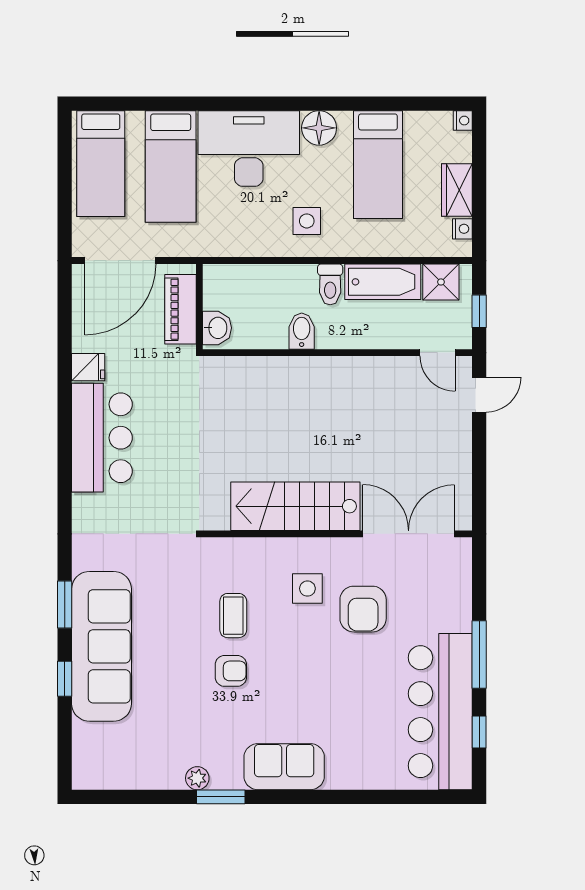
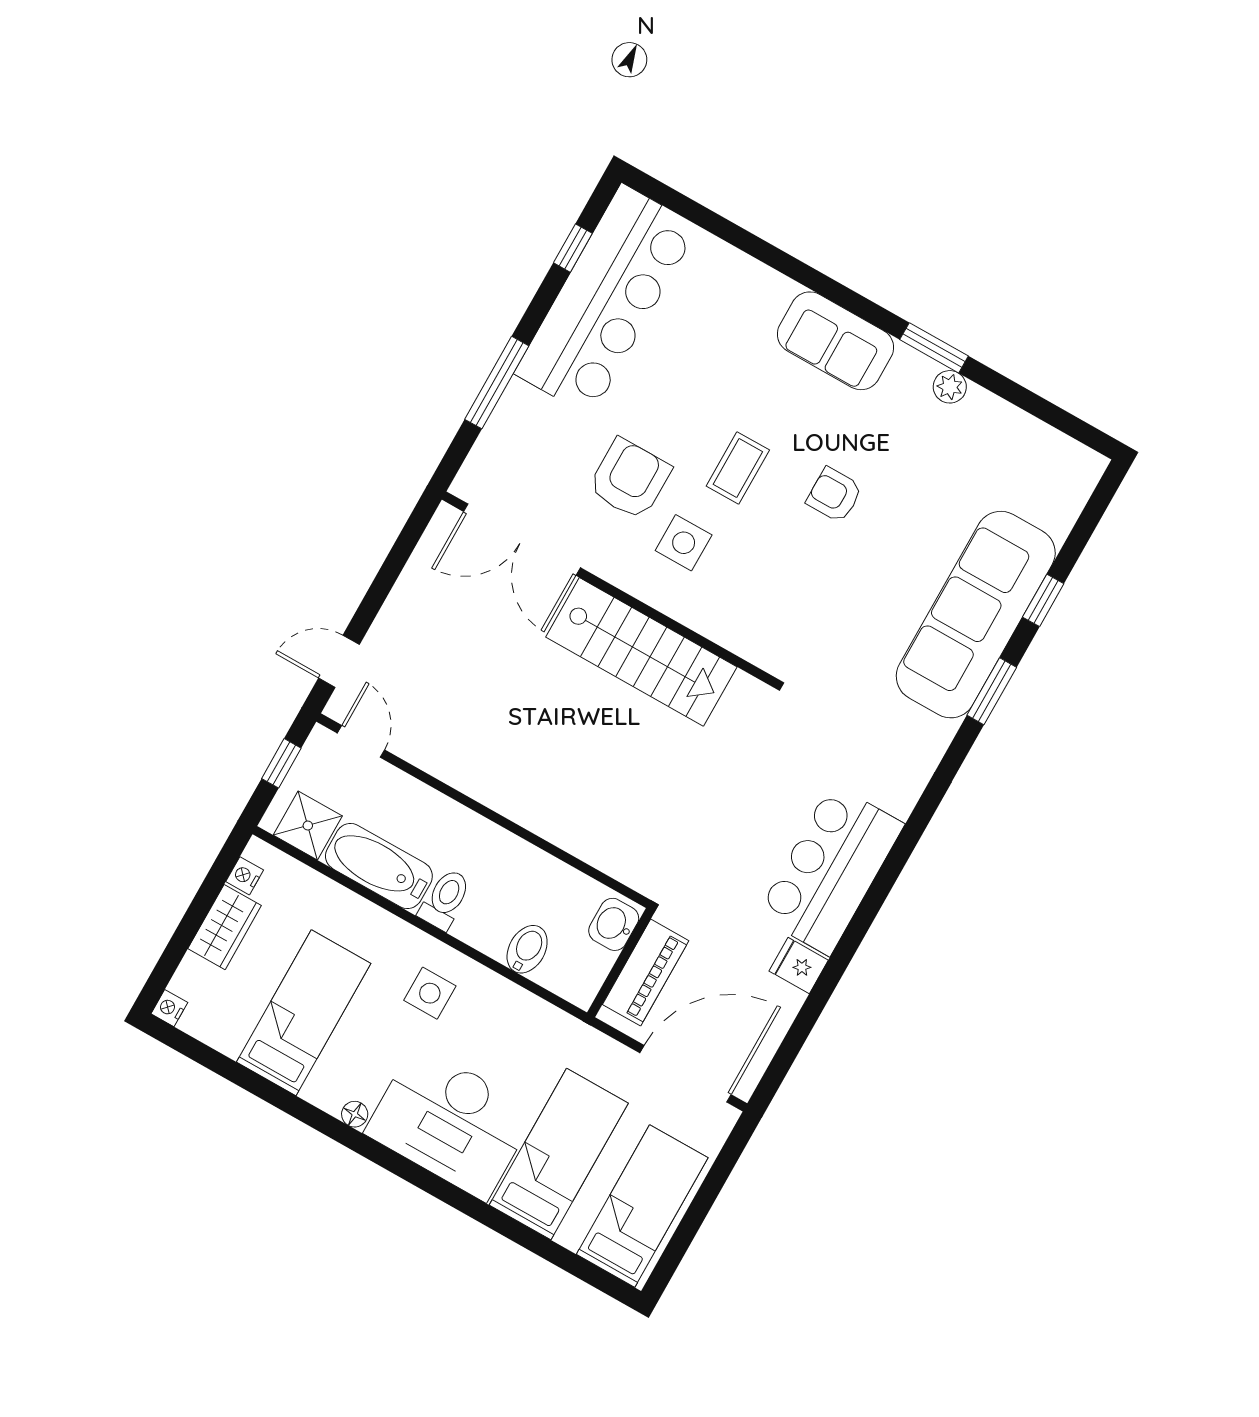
floor lamp: (319, 128) -> (355, 1114), width x0.53, depth x0.53
bidet: (302, 331) -> (527, 949), moved, turned 180
coffee table: (233, 616) -> (738, 468), moved
window: (479, 655) -> (497, 383), moved

